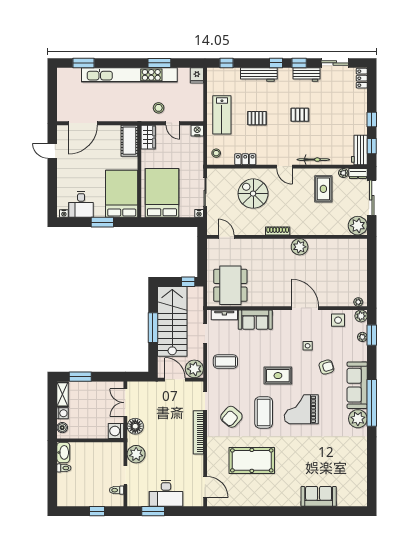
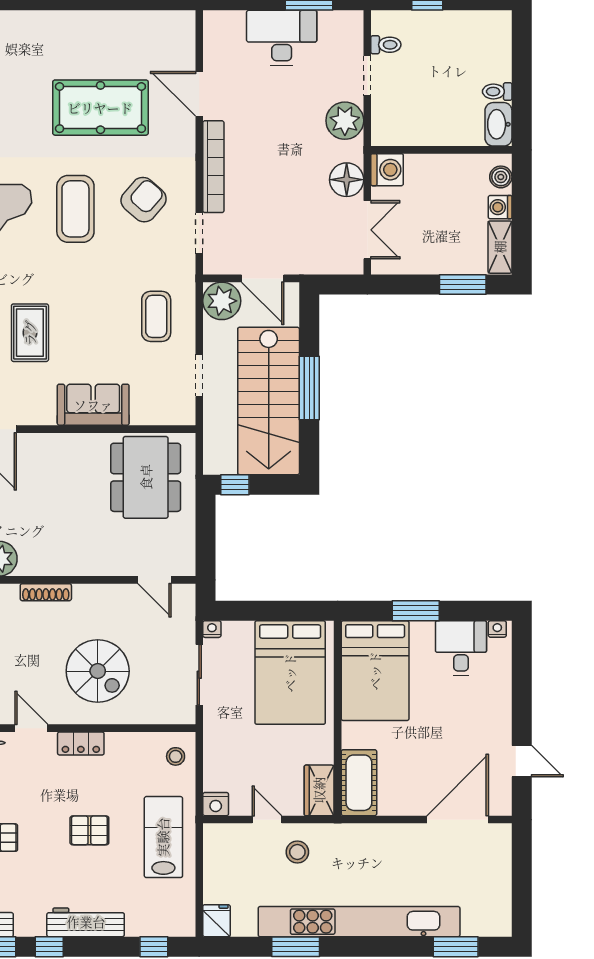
locker: (245, 159) -> (81, 743), moved
tv unit: (224, 315) -> (158, 415), removed
coffee table: (225, 362) -> (156, 316), turned 90
rug: (278, 376) -> (30, 333), moved, turned 90
door: (205, 487) -> (199, 94), moved

